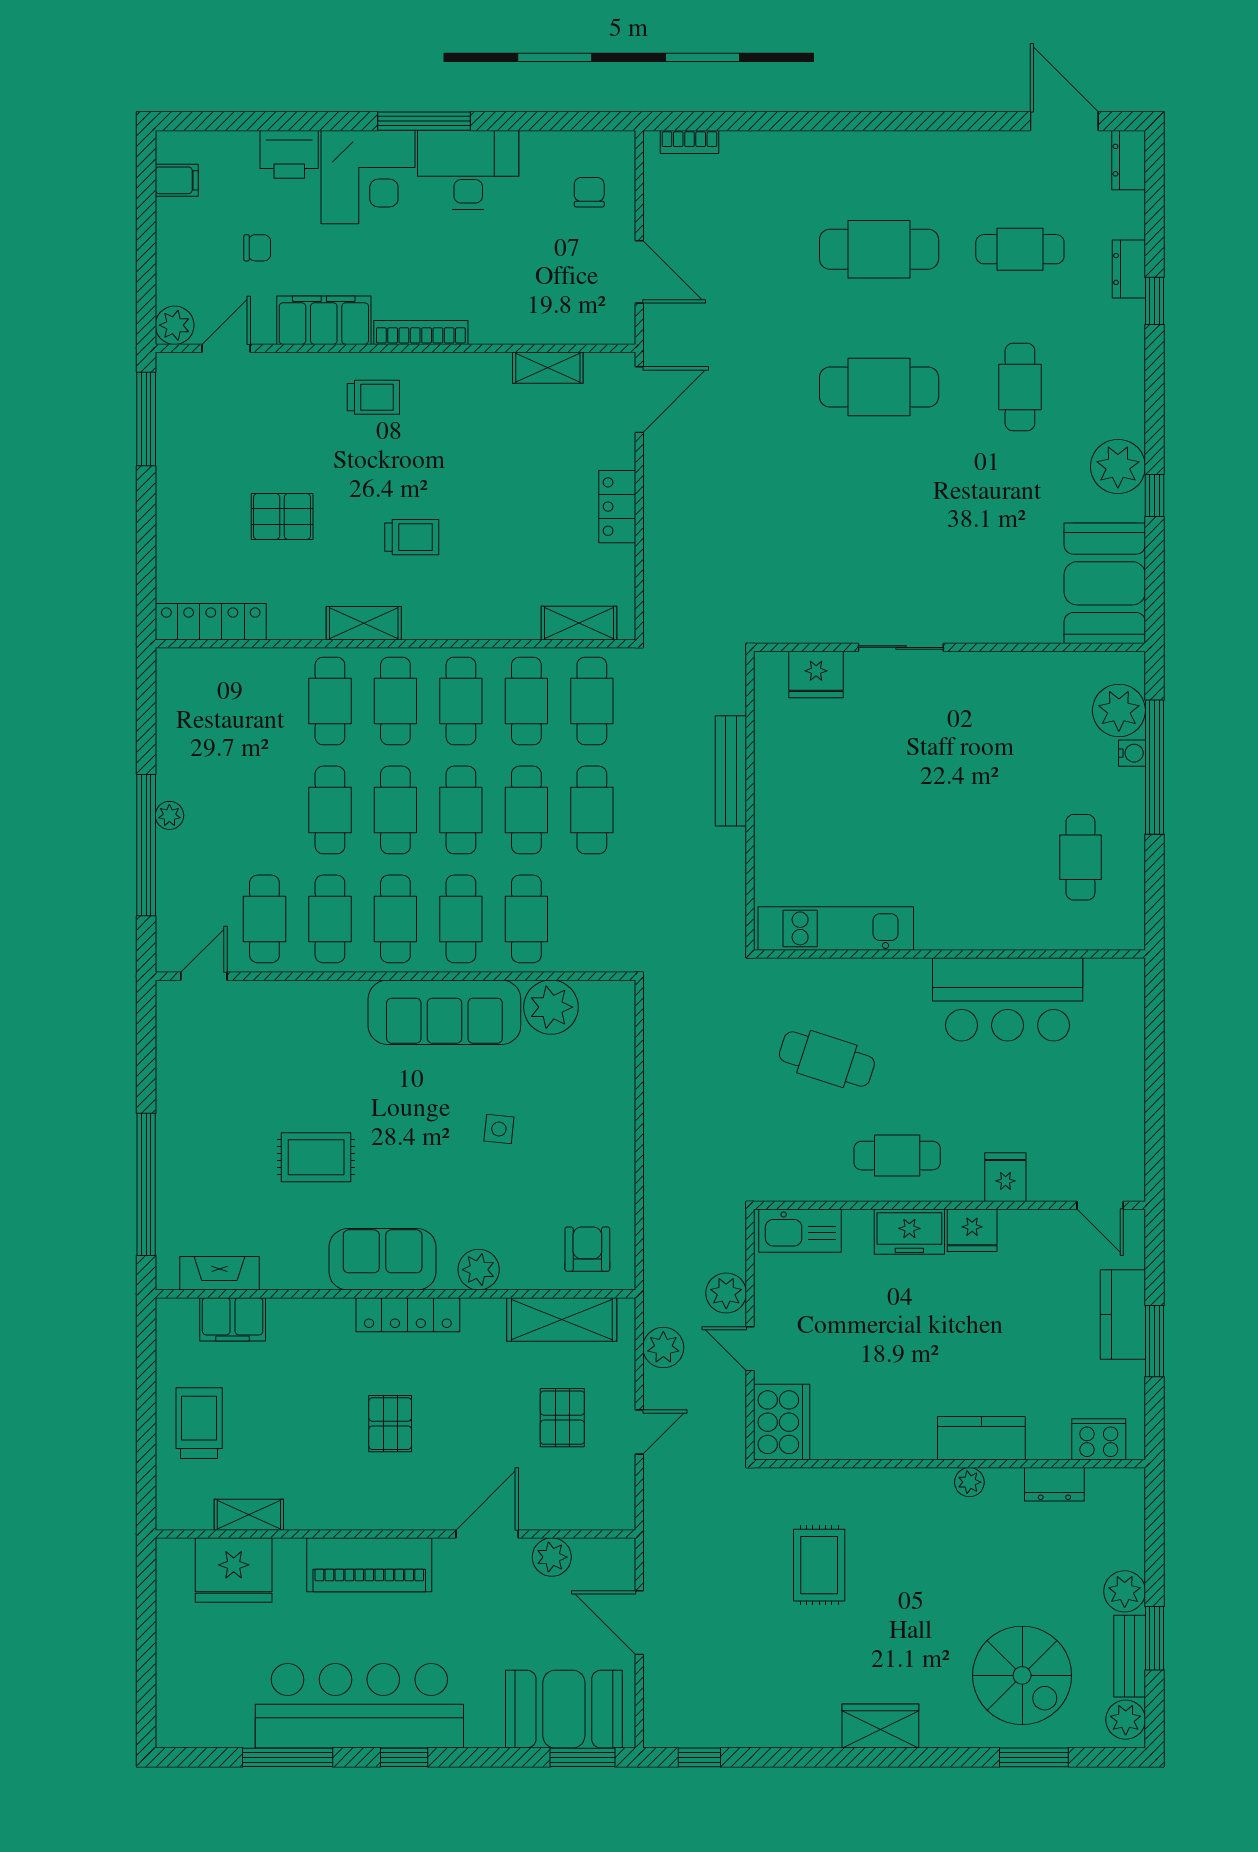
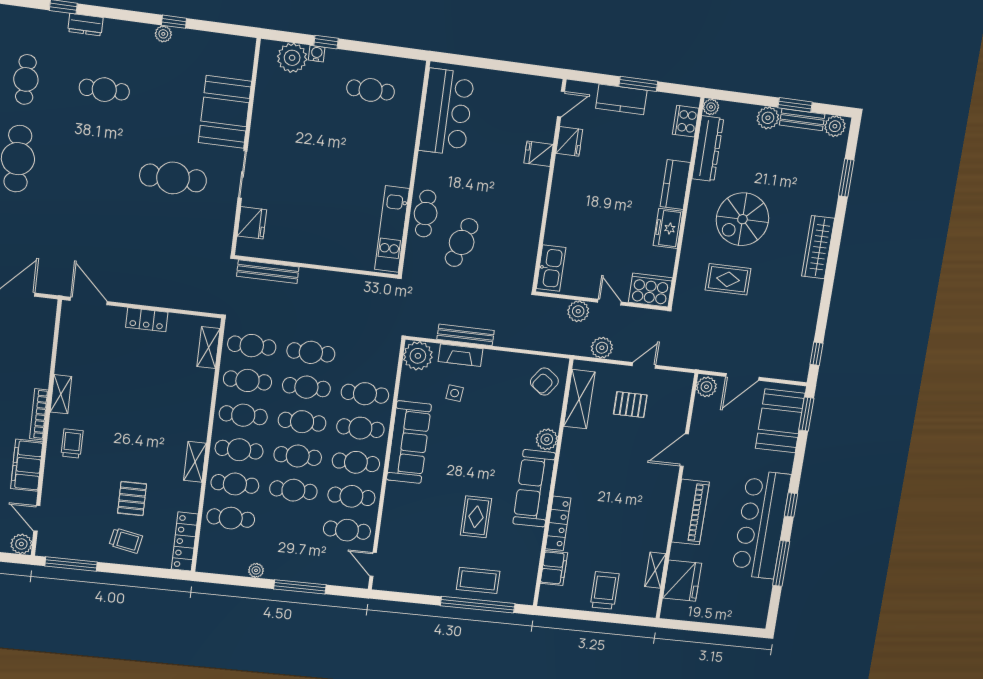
dresser: (1129, 269) -> (85, 25), moved
shelving: (548, 368) -> (61, 394), moved
cafe table: (879, 387) -> (173, 178), moved, turned 90
plant: (1118, 467) -> (163, 34), width x0.53, depth x0.53
trolley: (412, 537) -> (126, 541), moved, turned 101
booth: (1105, 583) -> (225, 112), moved, turned 90
cafe table: (264, 701) -> (231, 518), added
window: (1155, 767) -> (326, 42), width x0.32
bench: (731, 771) -> (268, 272), moved
plant: (169, 815) -> (256, 570), moved
window: (146, 845) -> (300, 587), width x0.68
bar counter: (1008, 999) -> (447, 112), moved
plant: (551, 1007) -> (418, 356), moved
bench: (657, 1090) -> (466, 335), added
side table: (499, 1129) -> (455, 393), moved
cafe table: (897, 1156) -> (426, 214), moved
coffee table: (194, 1178) -> (478, 580), added
fridge: (972, 1230) -> (569, 141), moved
freezer: (909, 1232) -> (668, 228), moved, turned 180
armchair: (587, 1249) -> (544, 382), turned -54
sofa: (383, 1259) -> (534, 488), width x1.36
fireplace: (219, 1273) -> (461, 355), moved, turned -90
locker: (408, 1315) -> (558, 523), moved
door: (750, 1349) -> (609, 302), swing flipped
trolley: (199, 1423) -> (605, 590), turned 90
pallet: (390, 1424) -> (620, 494), removed
door: (639, 1432) -> (644, 365), hinge flipped
plant: (969, 1482) -> (711, 107), moved
dresser: (1054, 1484) -> (708, 149), width x1.96, depth x1.24
door: (487, 1534) -> (684, 450), hinge flipped
plant: (552, 1557) -> (706, 387), moved
spiral stairs: (1022, 1675) -> (742, 219), moved, turned 180
wardrobe: (880, 1726) -> (818, 247), width x1.50

